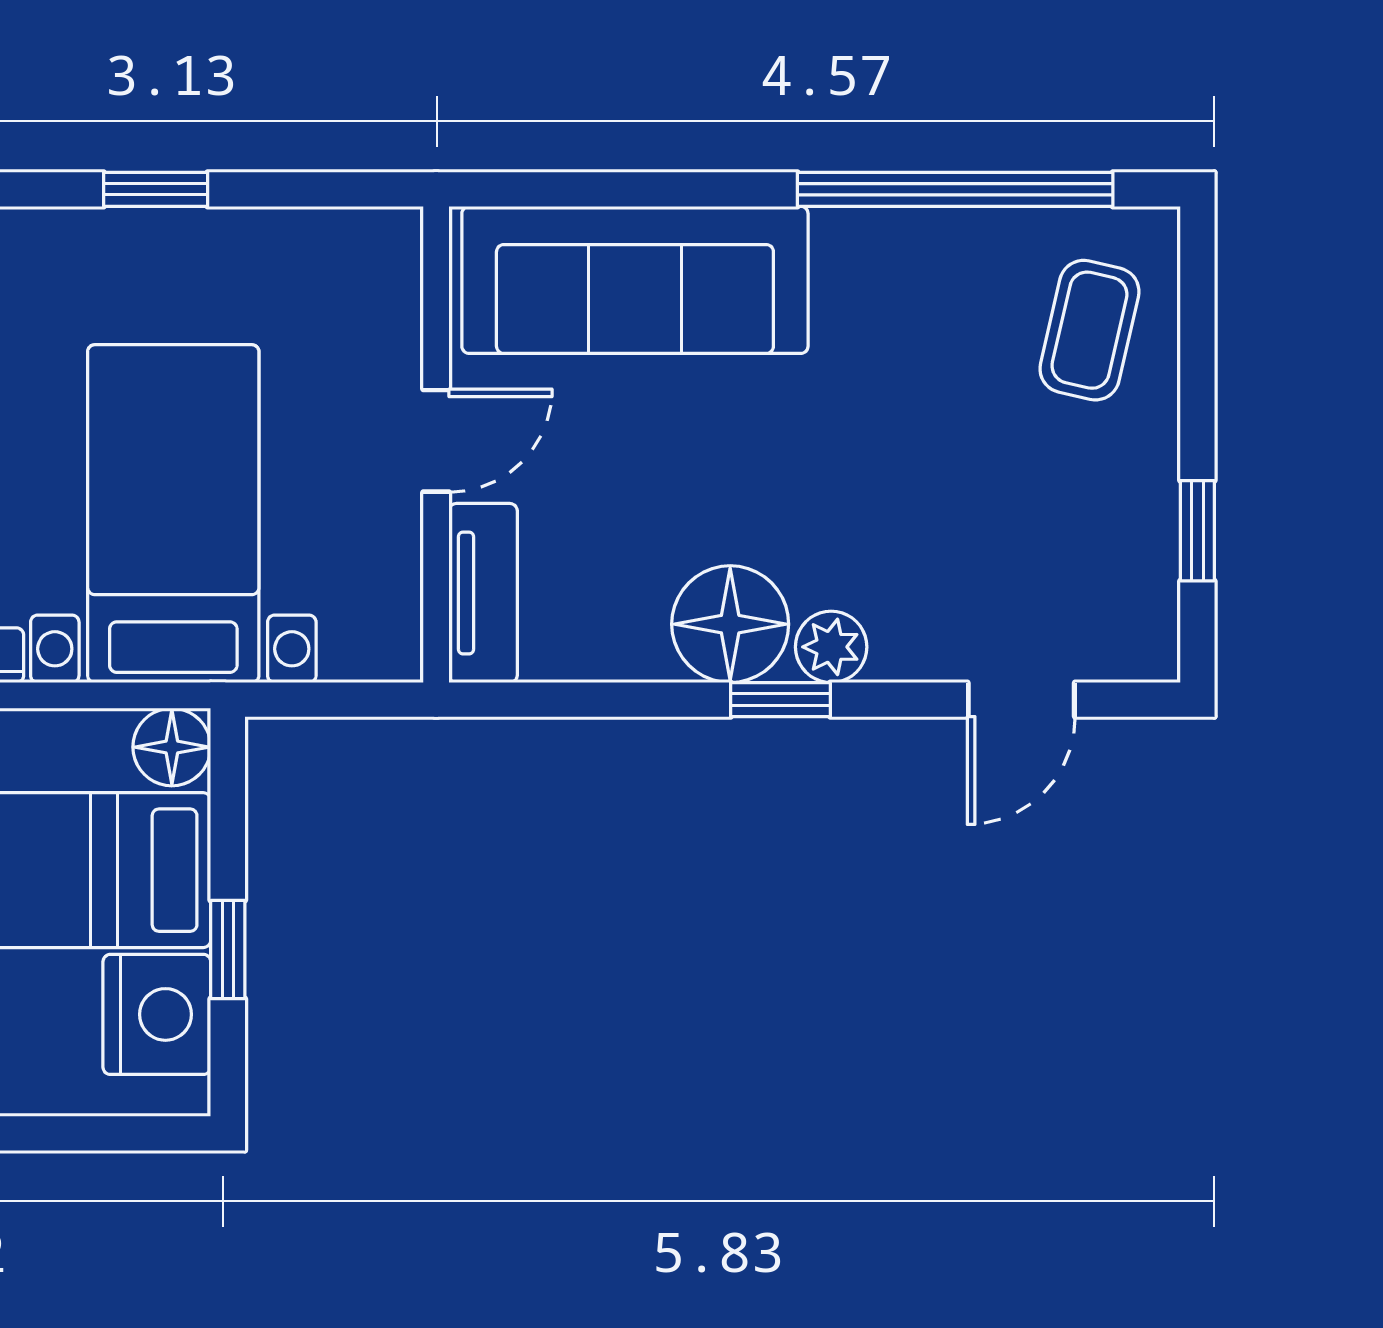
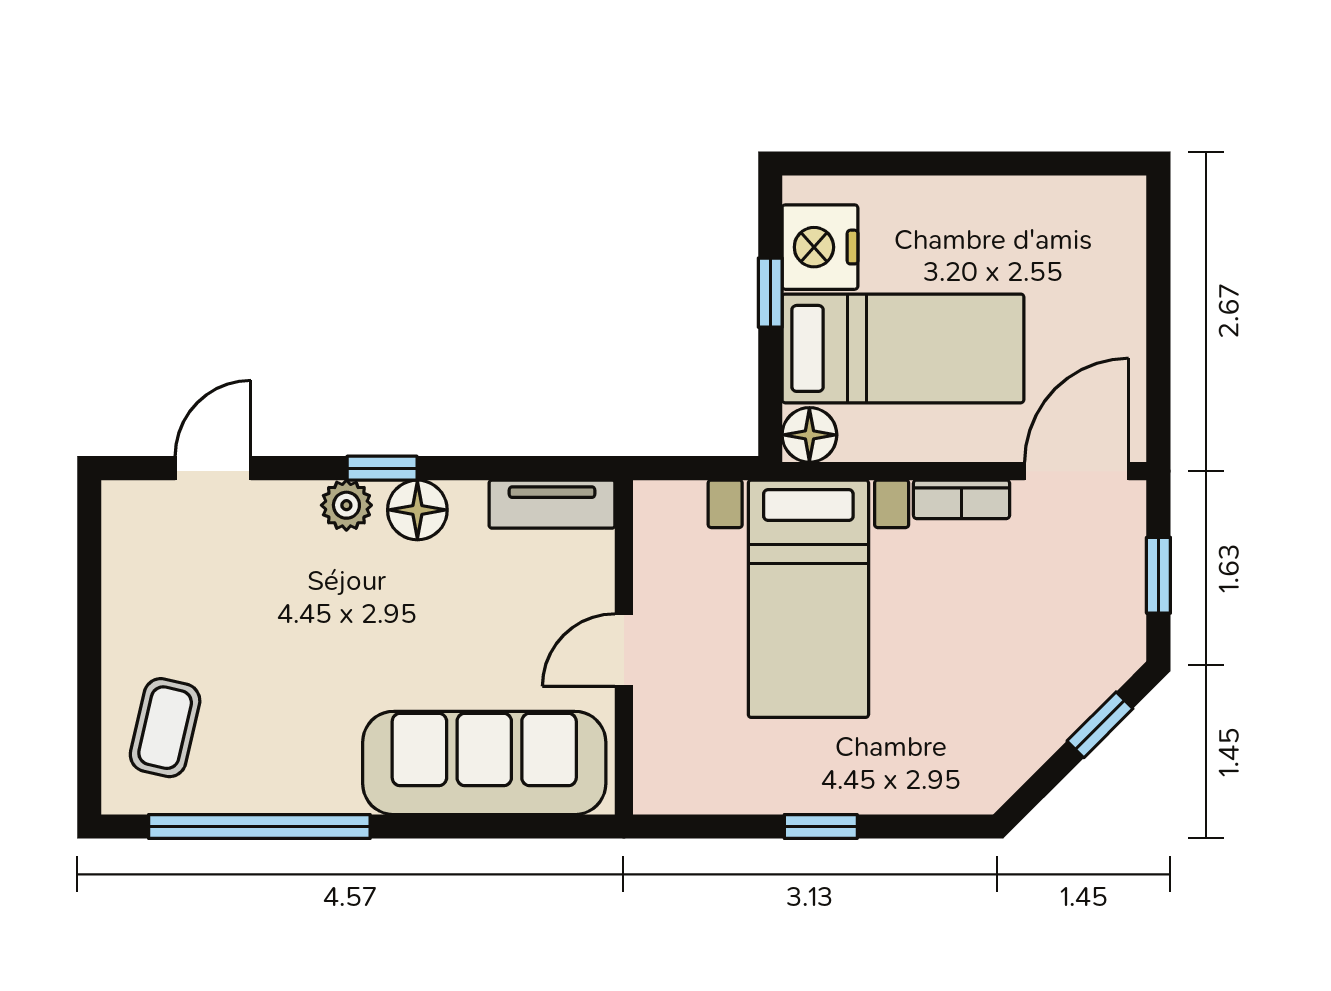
window: (1197, 531) -> (89, 587), removed
tv unit: (483, 593) -> (552, 504), moved, turned -90
floor lamp: (730, 624) -> (417, 510), width x0.73, depth x0.73

